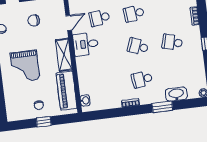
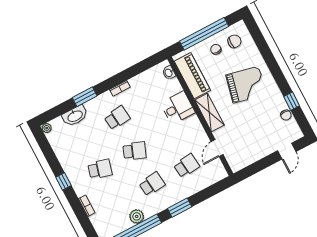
chair: (34, 20) -> (234, 41), moved
desk: (86, 44) -> (178, 108), moved
grand piano: (25, 66) -> (246, 85), turned 103
window: (44, 122) -> (204, 34), width x3.17

